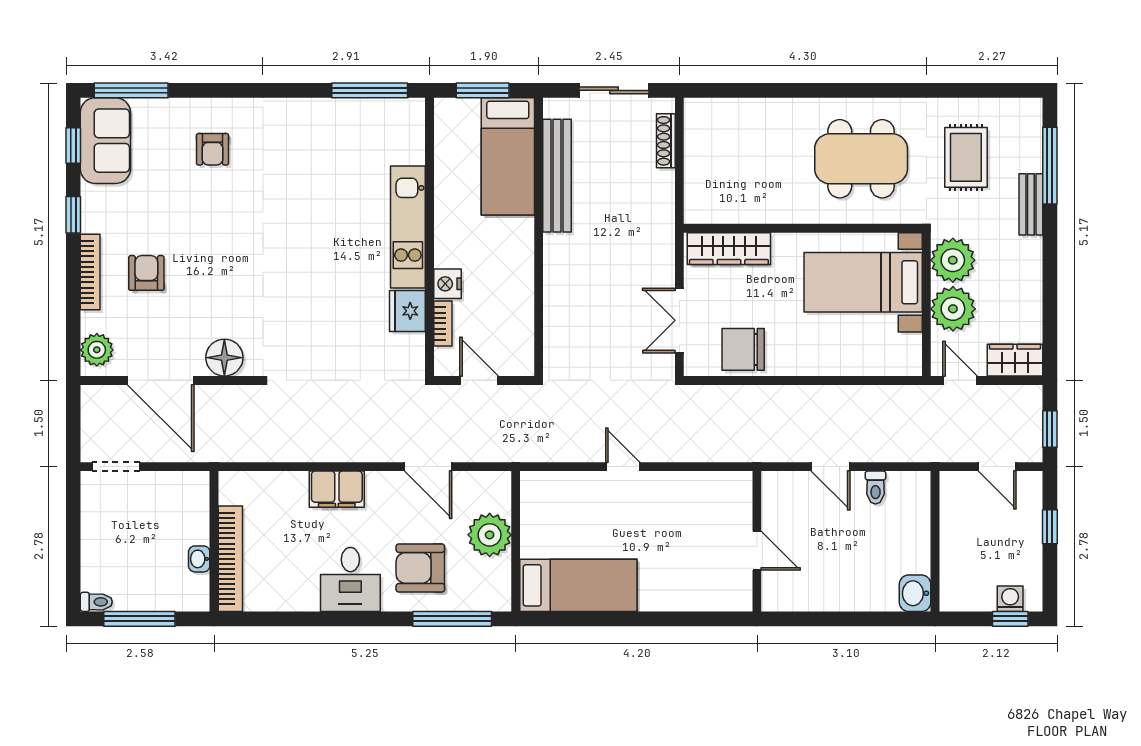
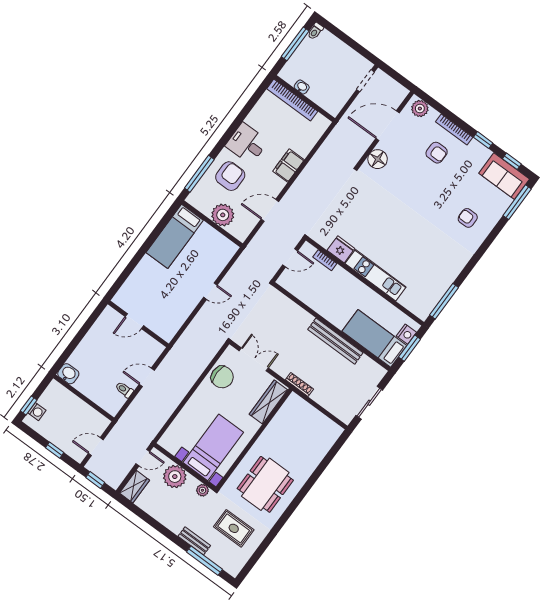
shoe rack: (666, 141) -> (299, 384), moved
bench: (557, 176) -> (335, 341), moved
plant: (953, 260) -> (202, 490), width x0.53, depth x0.53
nightstand: (447, 284) -> (406, 334), moved, turned 90
chair: (743, 349) -> (222, 377), turned 90

